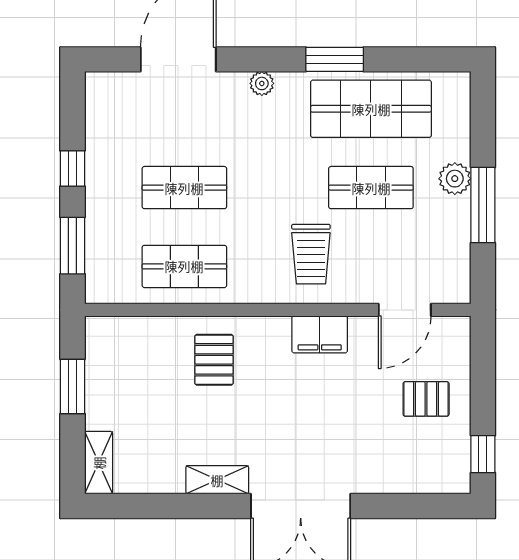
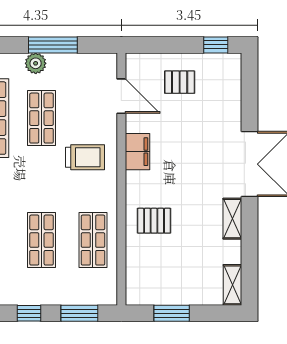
pallet: (426, 399) -> (180, 82), turned 90
shelving: (99, 463) -> (233, 285), moved, turned 90

